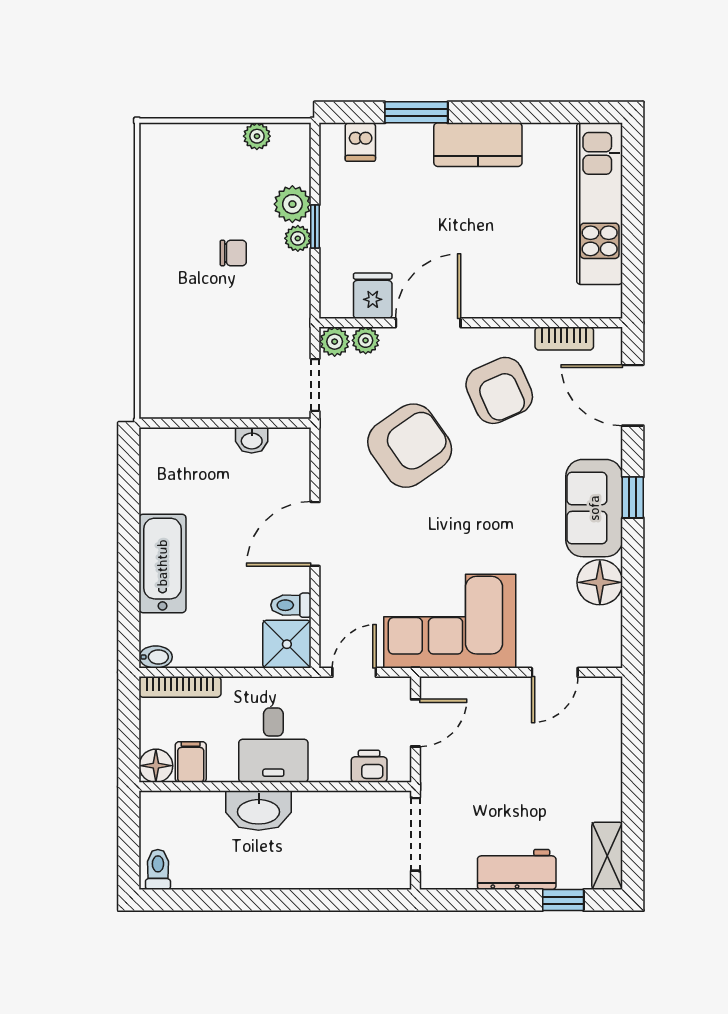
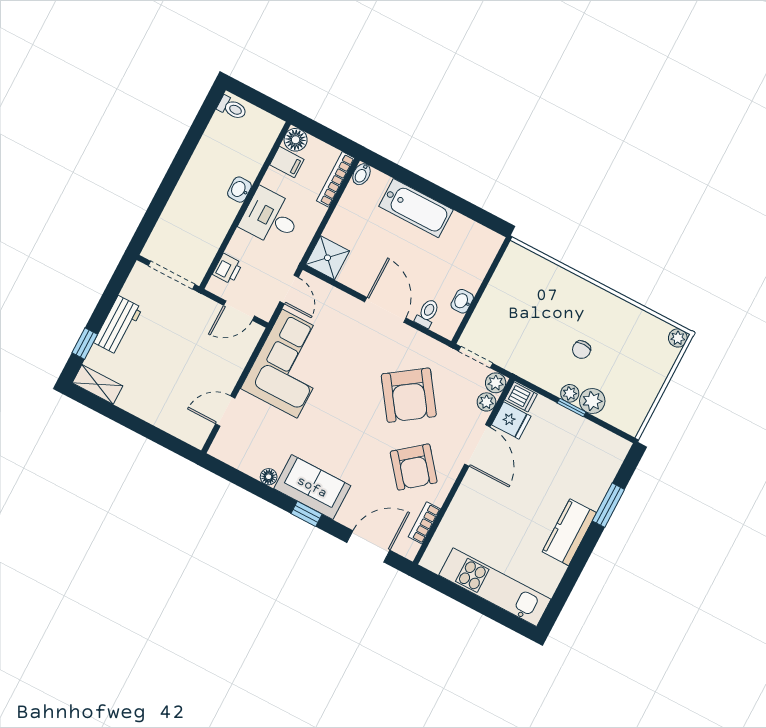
plant: (257, 136) -> (678, 338), moved
dishwasher: (360, 142) -> (521, 397), moved, turned 180
armchair: (499, 390) -> (414, 467), turned -105
floor lamp: (600, 582) -> (269, 477), width x0.53, depth x0.53
toilet: (291, 605) -> (427, 313), moved
door: (555, 672) -> (225, 411), hinge flipped
door: (415, 723) -> (239, 311), hinge flipped
washbasin: (259, 811) -> (239, 190), width x0.52, depth x0.69

